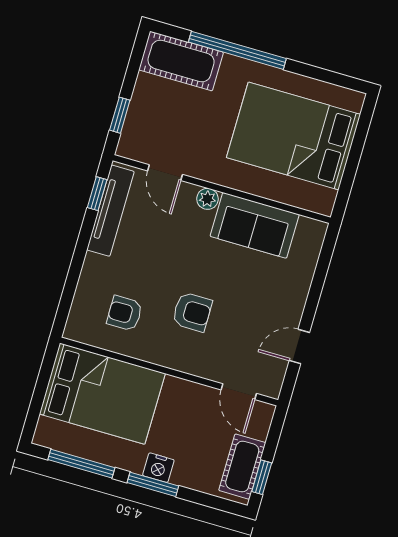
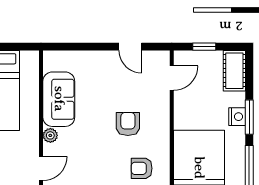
armchair: (125, 313) -> (142, 168), turned 90
cot: (242, 467) -> (234, 71), moved, turned 90
window: (262, 477) -> (204, 47), moved

